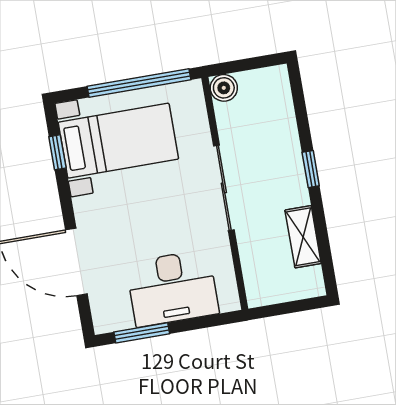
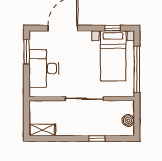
boiler: (224, 88) -> (128, 120), moved
window: (311, 169) -> (97, 138), moved
shelving: (303, 237) -> (42, 130), moved

